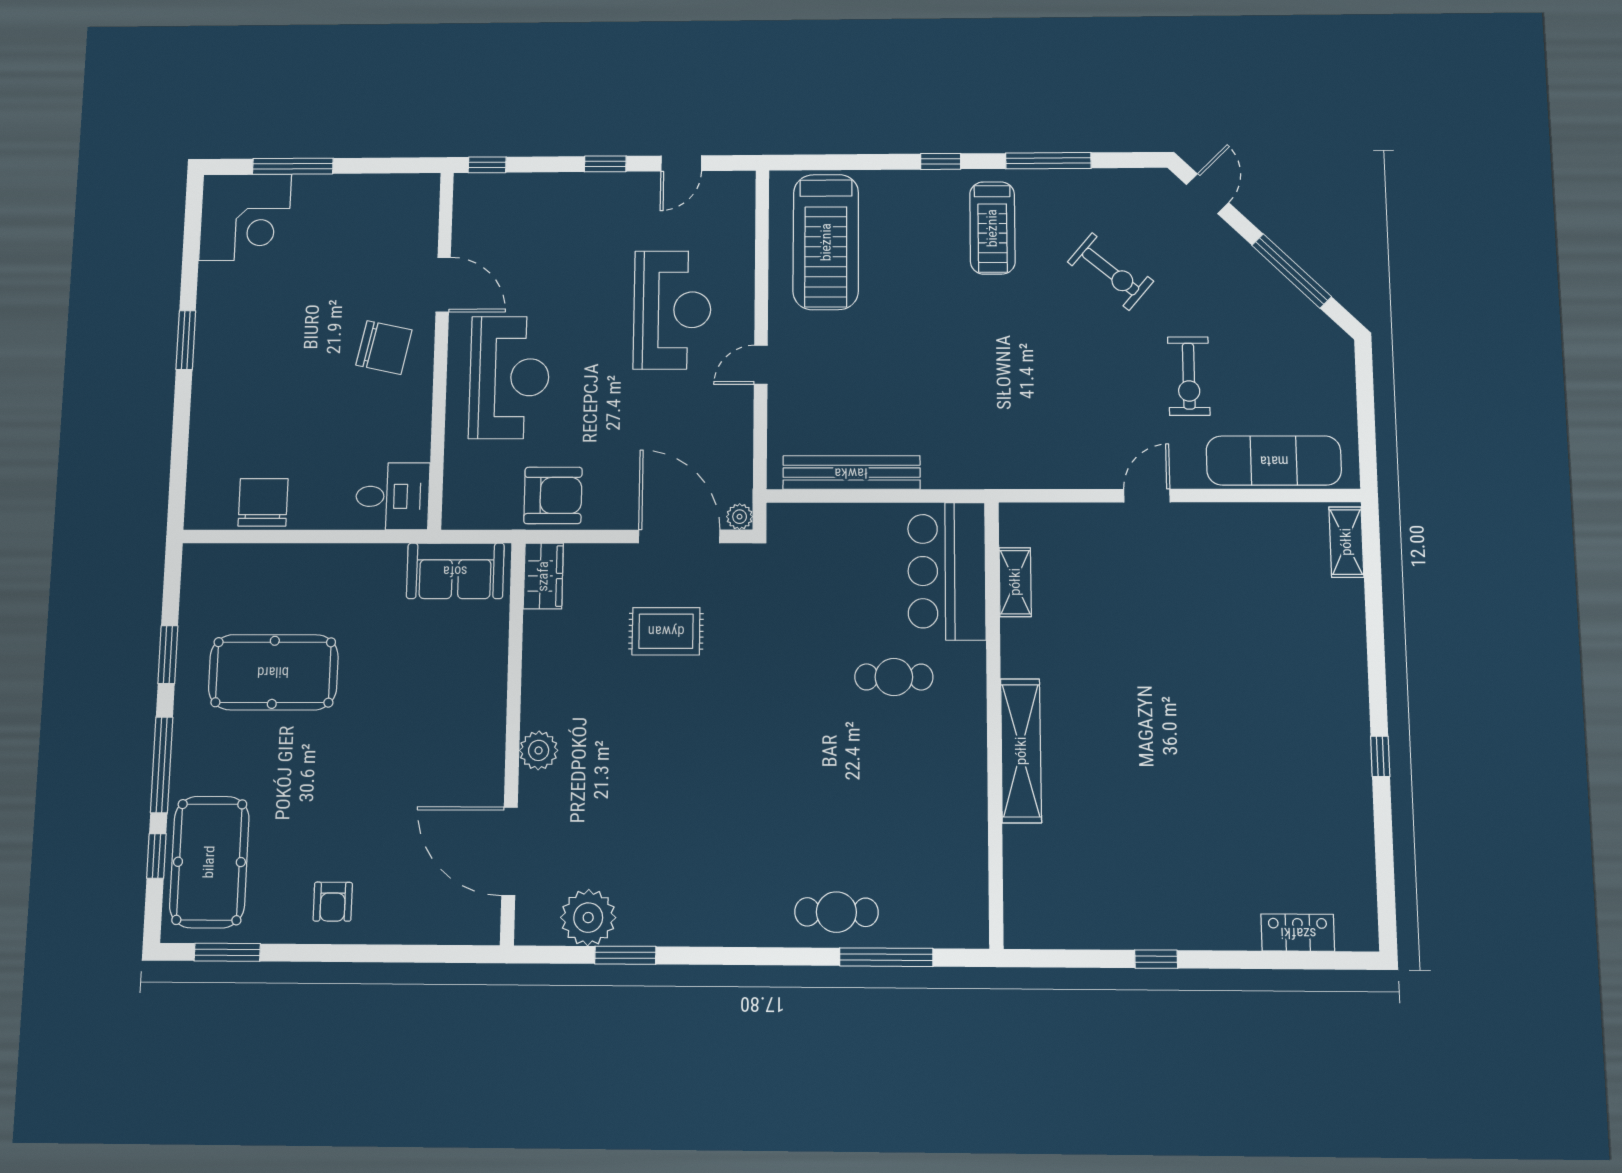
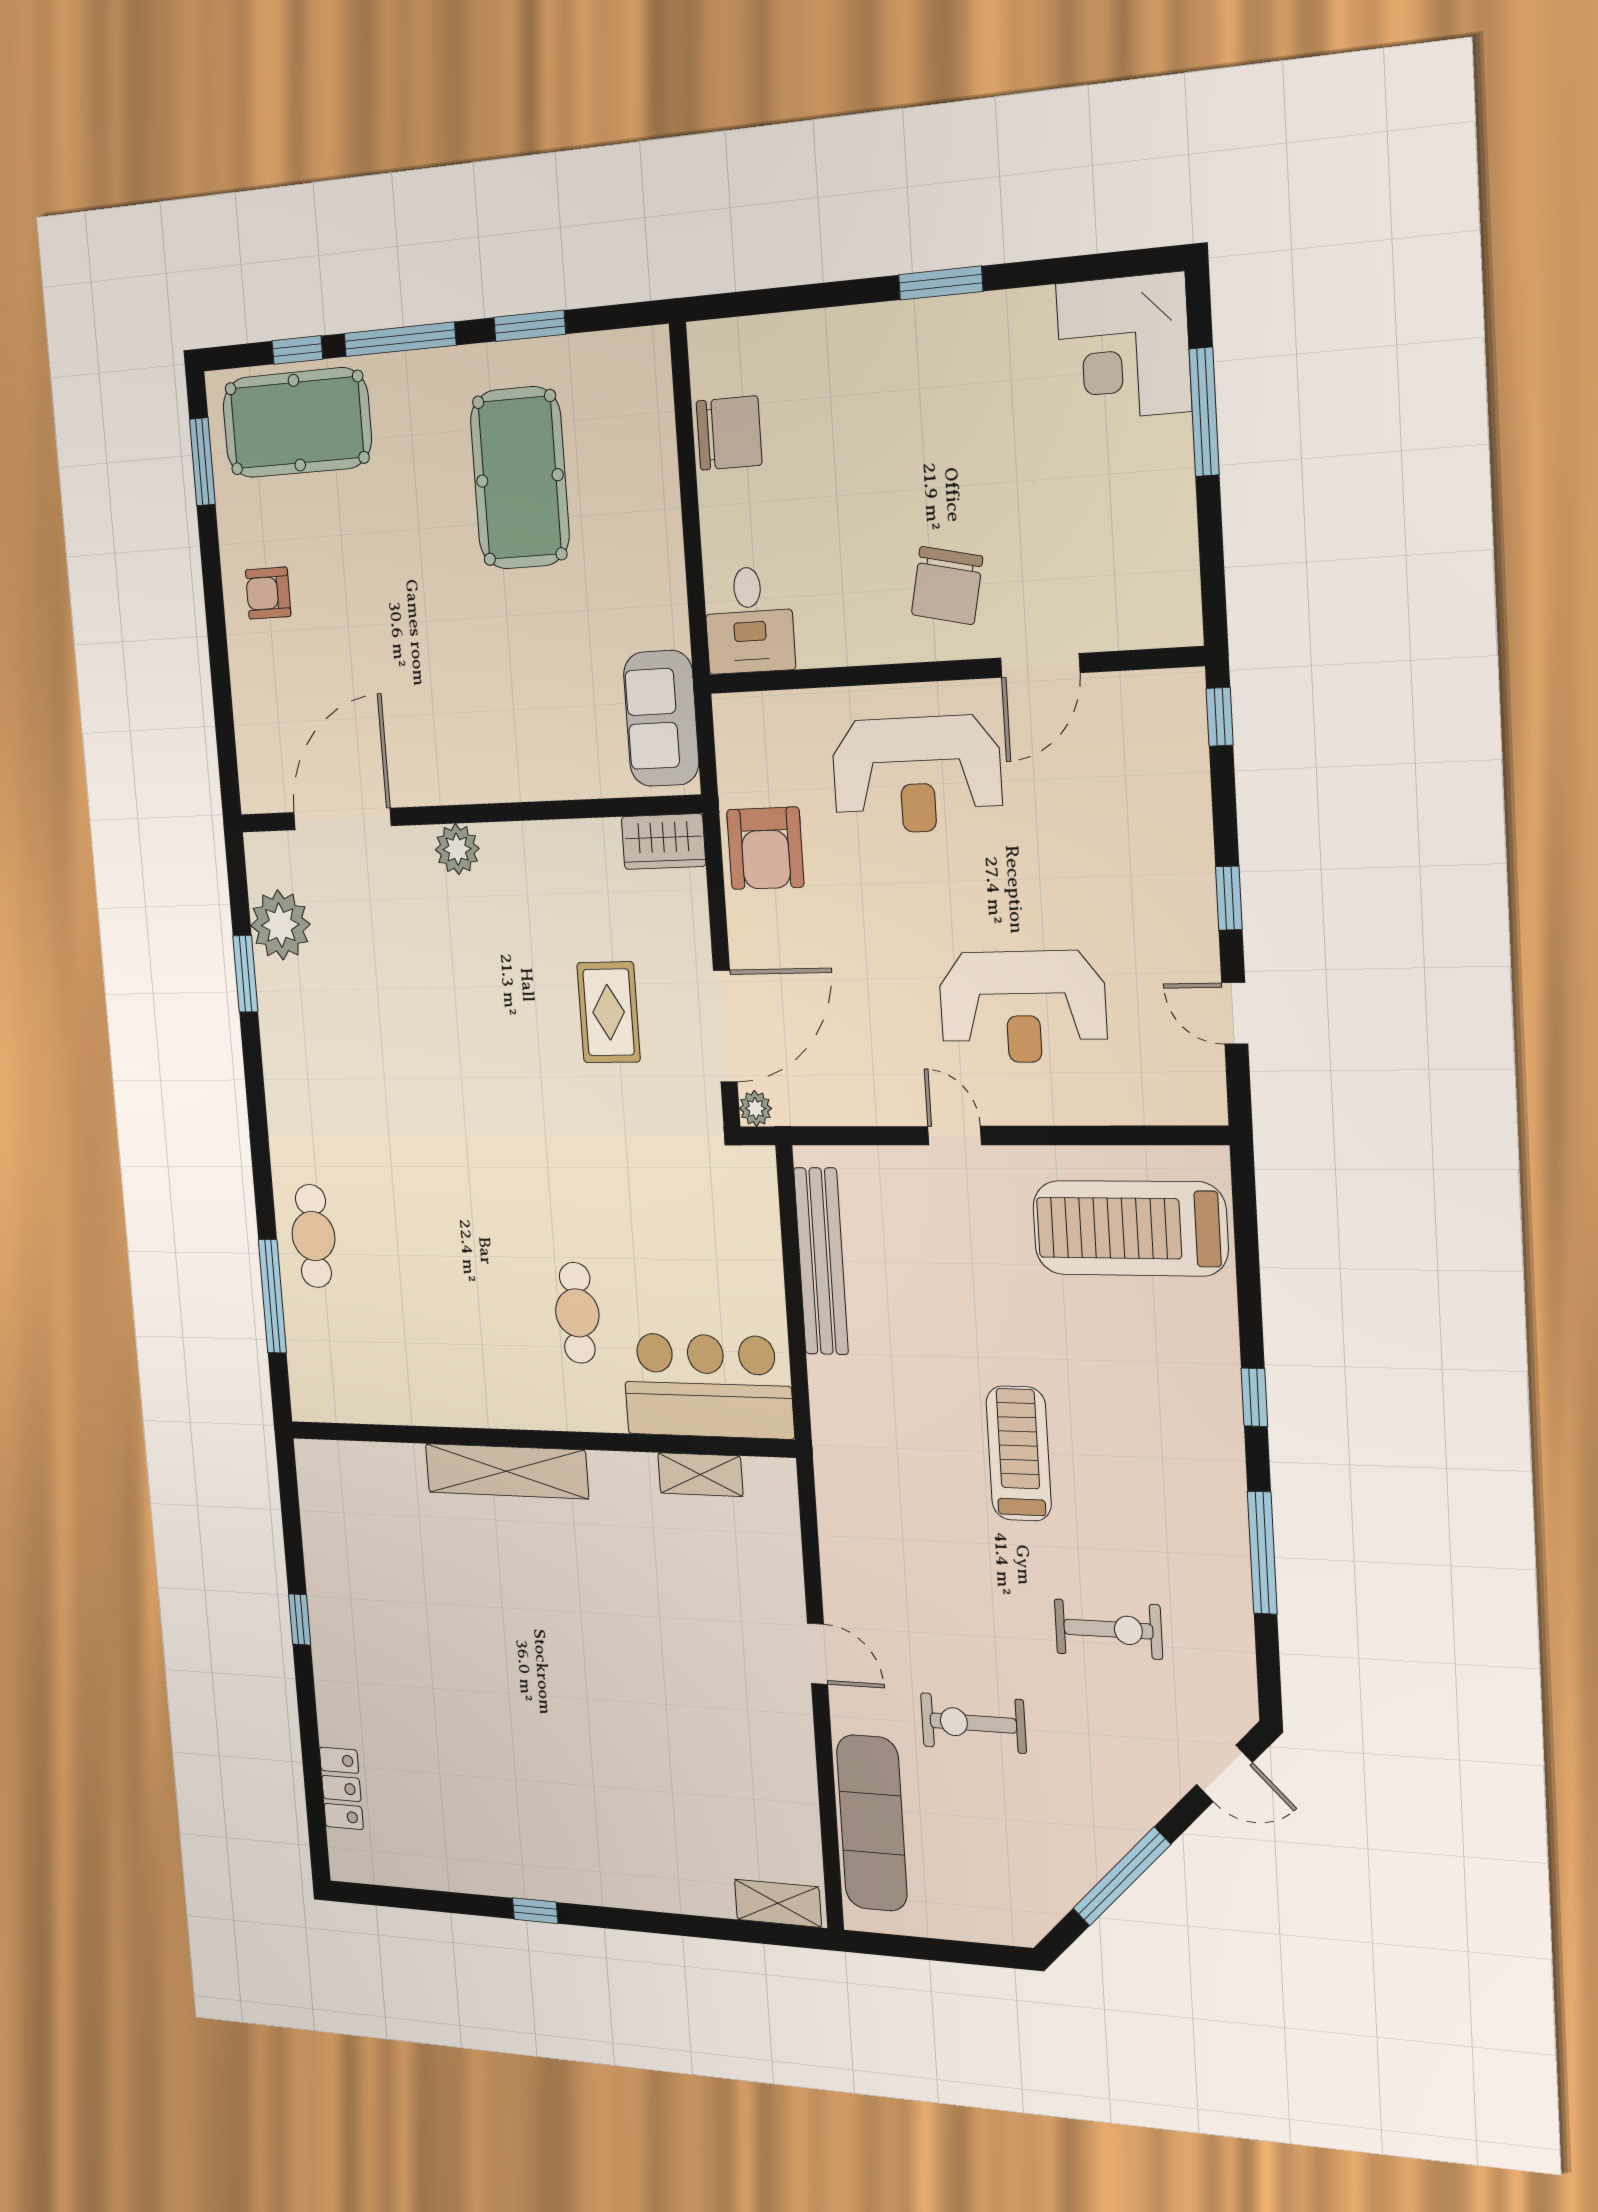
treadmill: (992, 228) -> (1019, 1453), moved, turned 90
exercise bike: (1111, 272) -> (1108, 1629), turned -130

